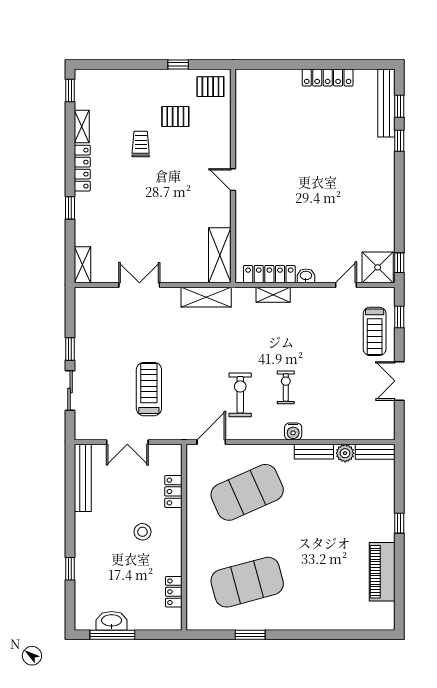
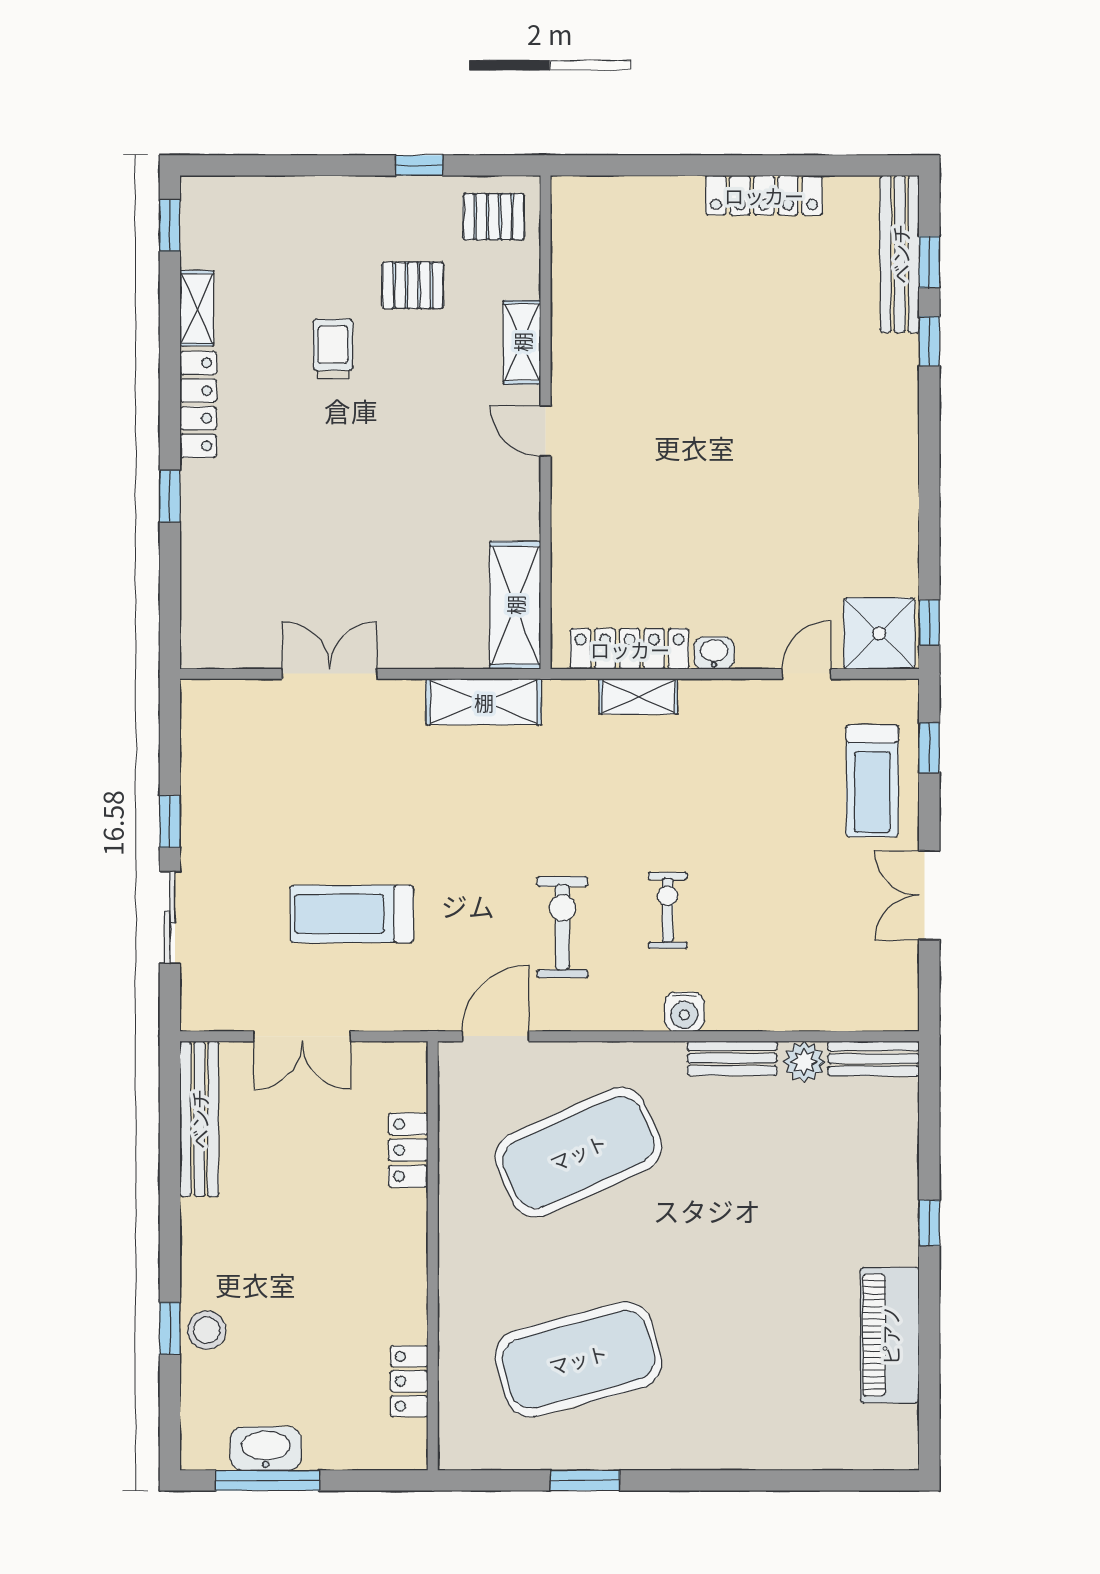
shelving: (83, 265) -> (522, 342), moved
treadmill: (149, 389) -> (352, 914), turned -90
stool: (142, 532) -> (207, 1330), moved

